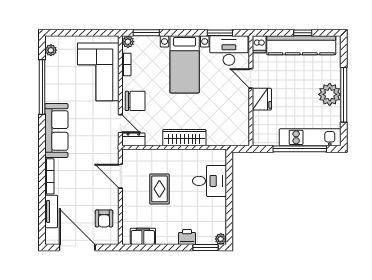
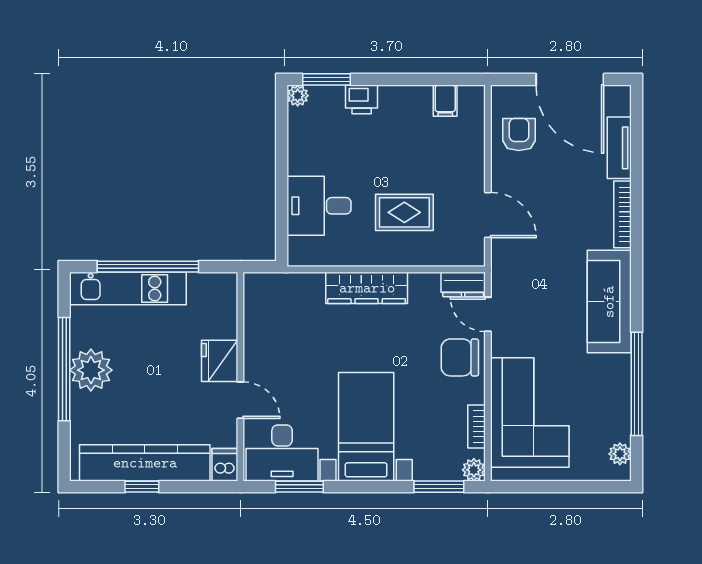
rug: (159, 189) -> (404, 212), moved, turned 90
filing cabinet: (143, 236) -> (445, 101), width x0.50

